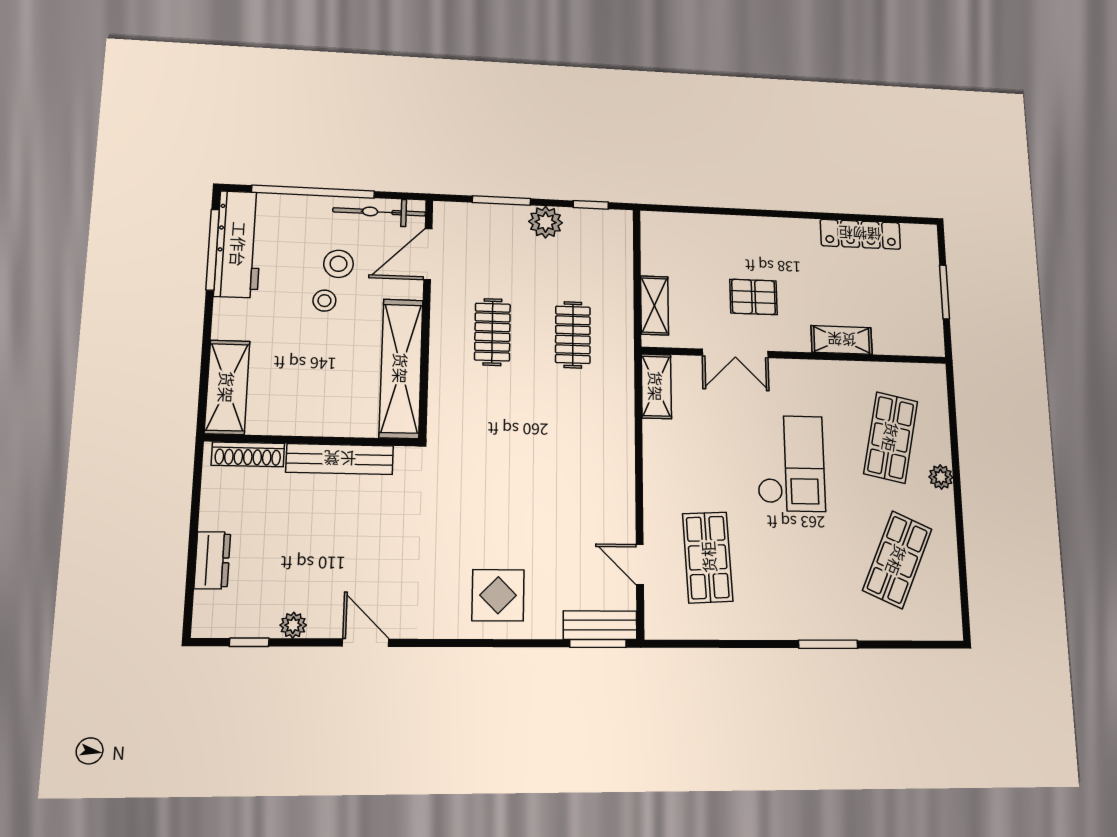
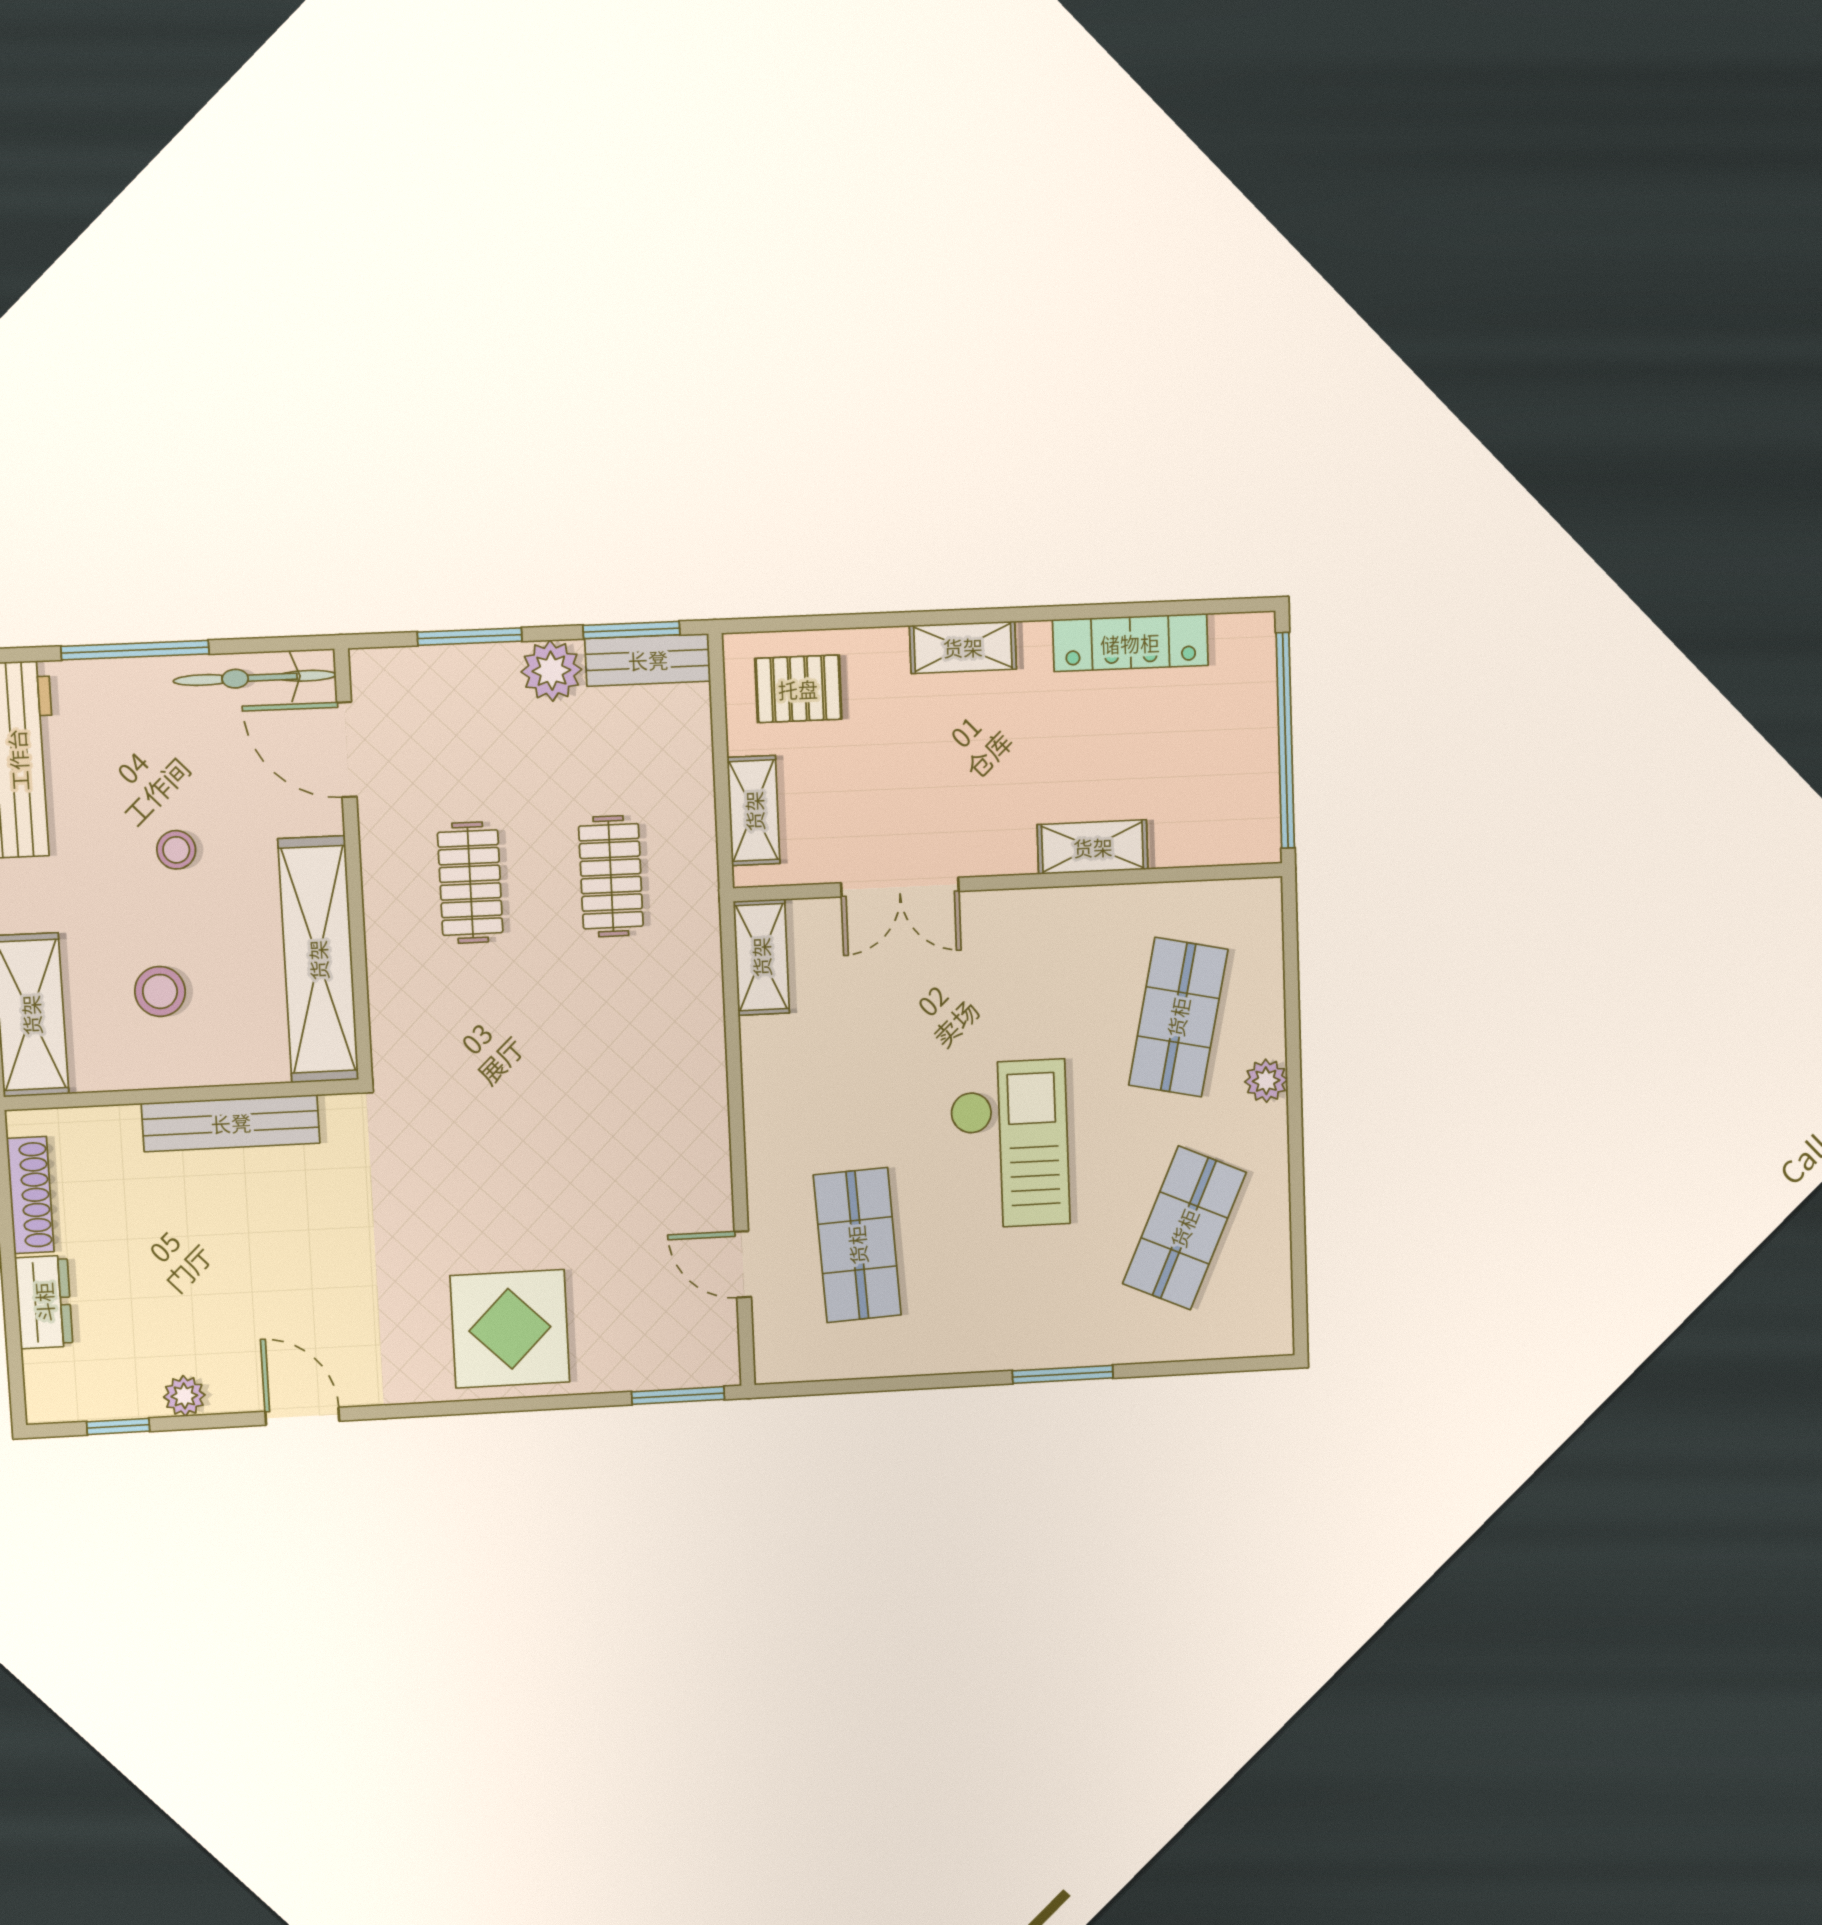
window: (313, 192) -> (135, 650), width x0.68
window: (591, 205) -> (631, 630), width x1.50
shelving: (771, 229) -> (963, 647), added
door: (428, 254) -> (347, 750), hinge flipped
stool: (338, 264) -> (160, 991), moved
window: (944, 292) -> (1285, 741), width x2.11
pallet: (753, 297) -> (798, 689), moved
shoe rack: (248, 454) -> (30, 1195), moved, turned -90
checkout: (791, 463) -> (1010, 1144), moved
display table: (498, 595) -> (510, 1329), width x1.36, depth x1.36
bench: (600, 625) -> (648, 660), moved

